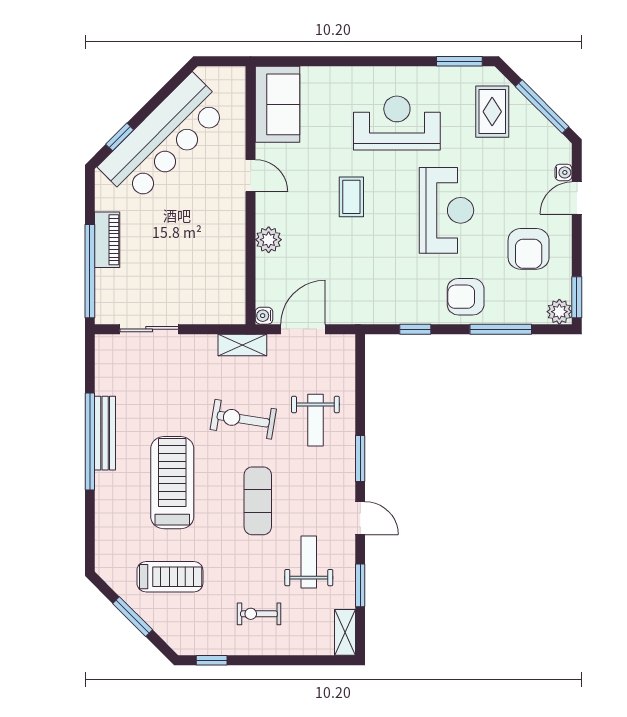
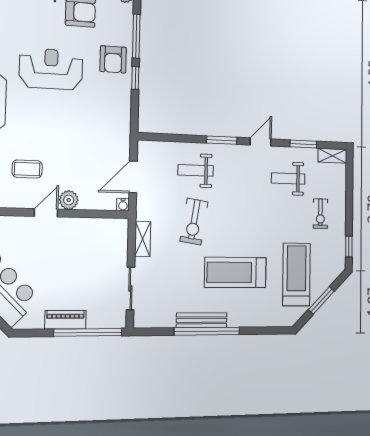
door: (251, 176) -> (46, 213), moved
coffee table: (351, 197) -> (27, 169), moved
door: (303, 329) -> (133, 177), hinge flipped
window: (415, 329) -> (135, 78), moved
shelving: (242, 345) -> (143, 239), moved
weight bench: (315, 420) -> (196, 170), turned 180
exercise mat: (258, 501) -> (248, 213), removed
treadmill: (170, 577) -> (296, 274), width x1.37, depth x1.38

